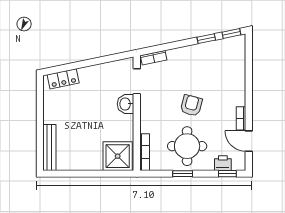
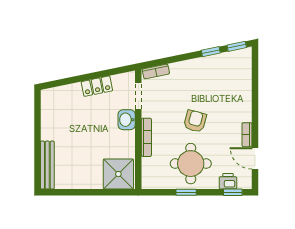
locker: (63, 79) -> (97, 86), moved
bookcase: (145, 152) -> (146, 137), moved

